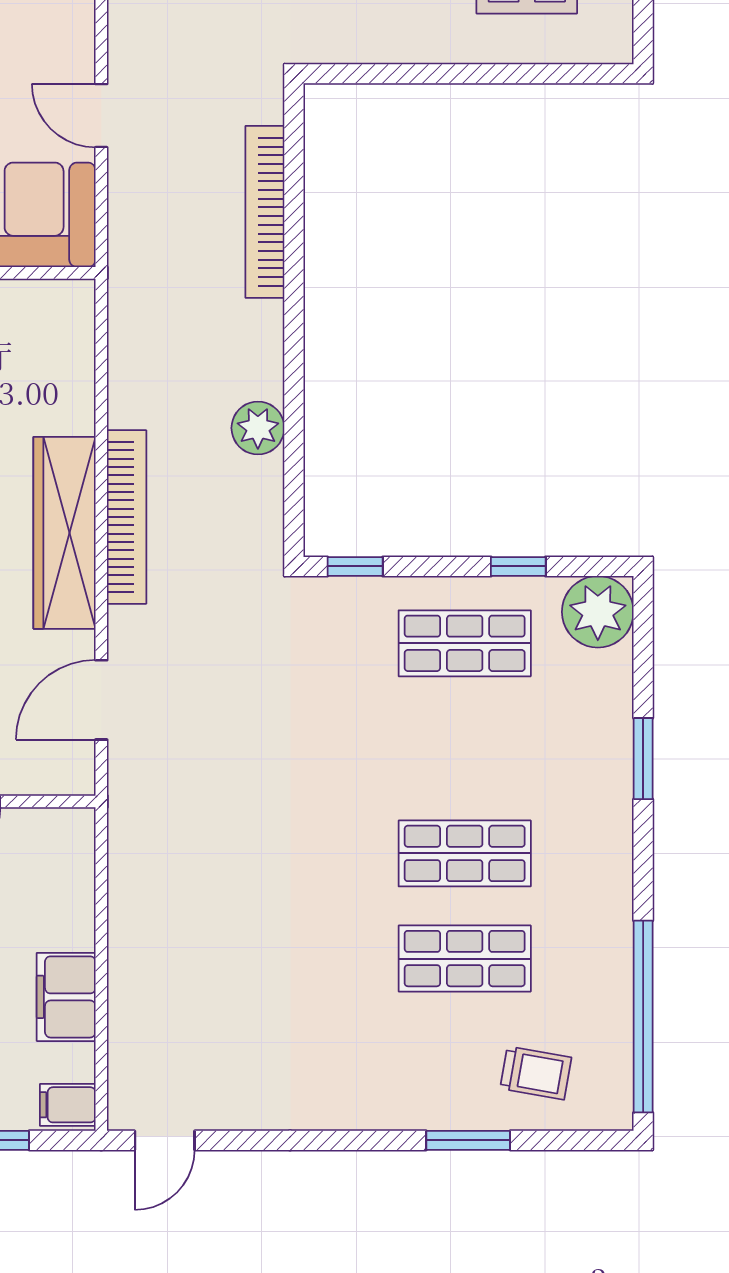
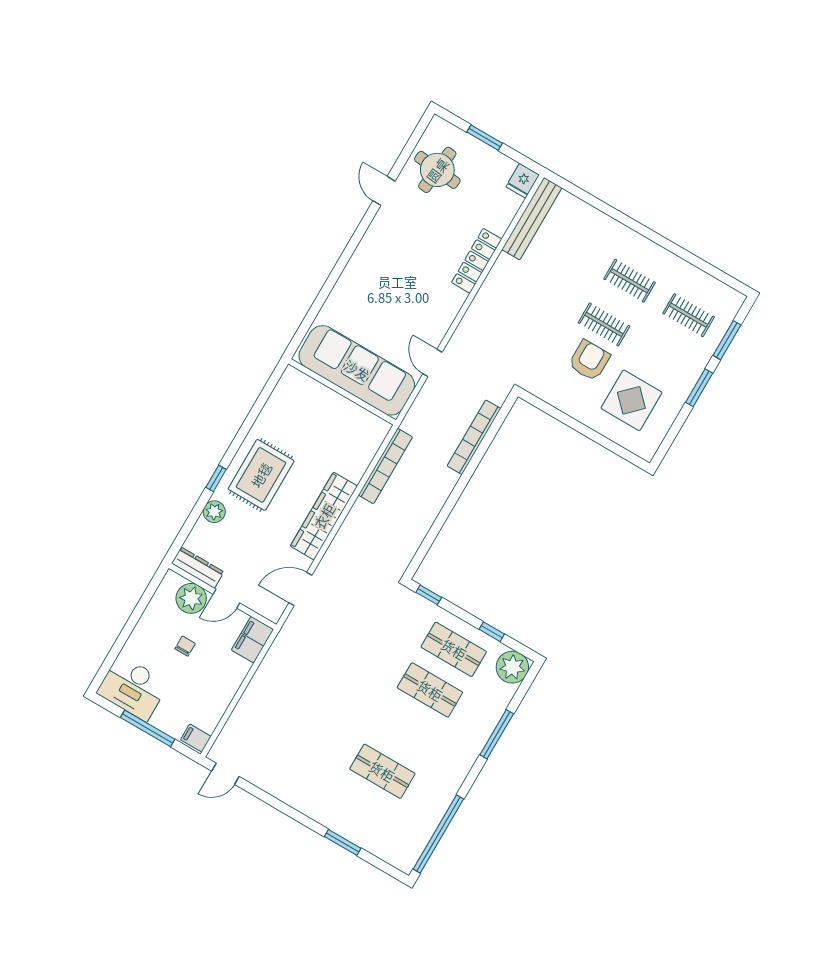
plant: (258, 428) -> (422, 519), removed
bookcase: (127, 517) -> (385, 466), moved
window: (643, 759) -> (497, 734), width x1.44
shop shelf: (465, 853) -> (430, 690), moved
filing cabinet: (66, 997) -> (253, 640), moved
trolley: (536, 1073) -> (384, 832), removed

